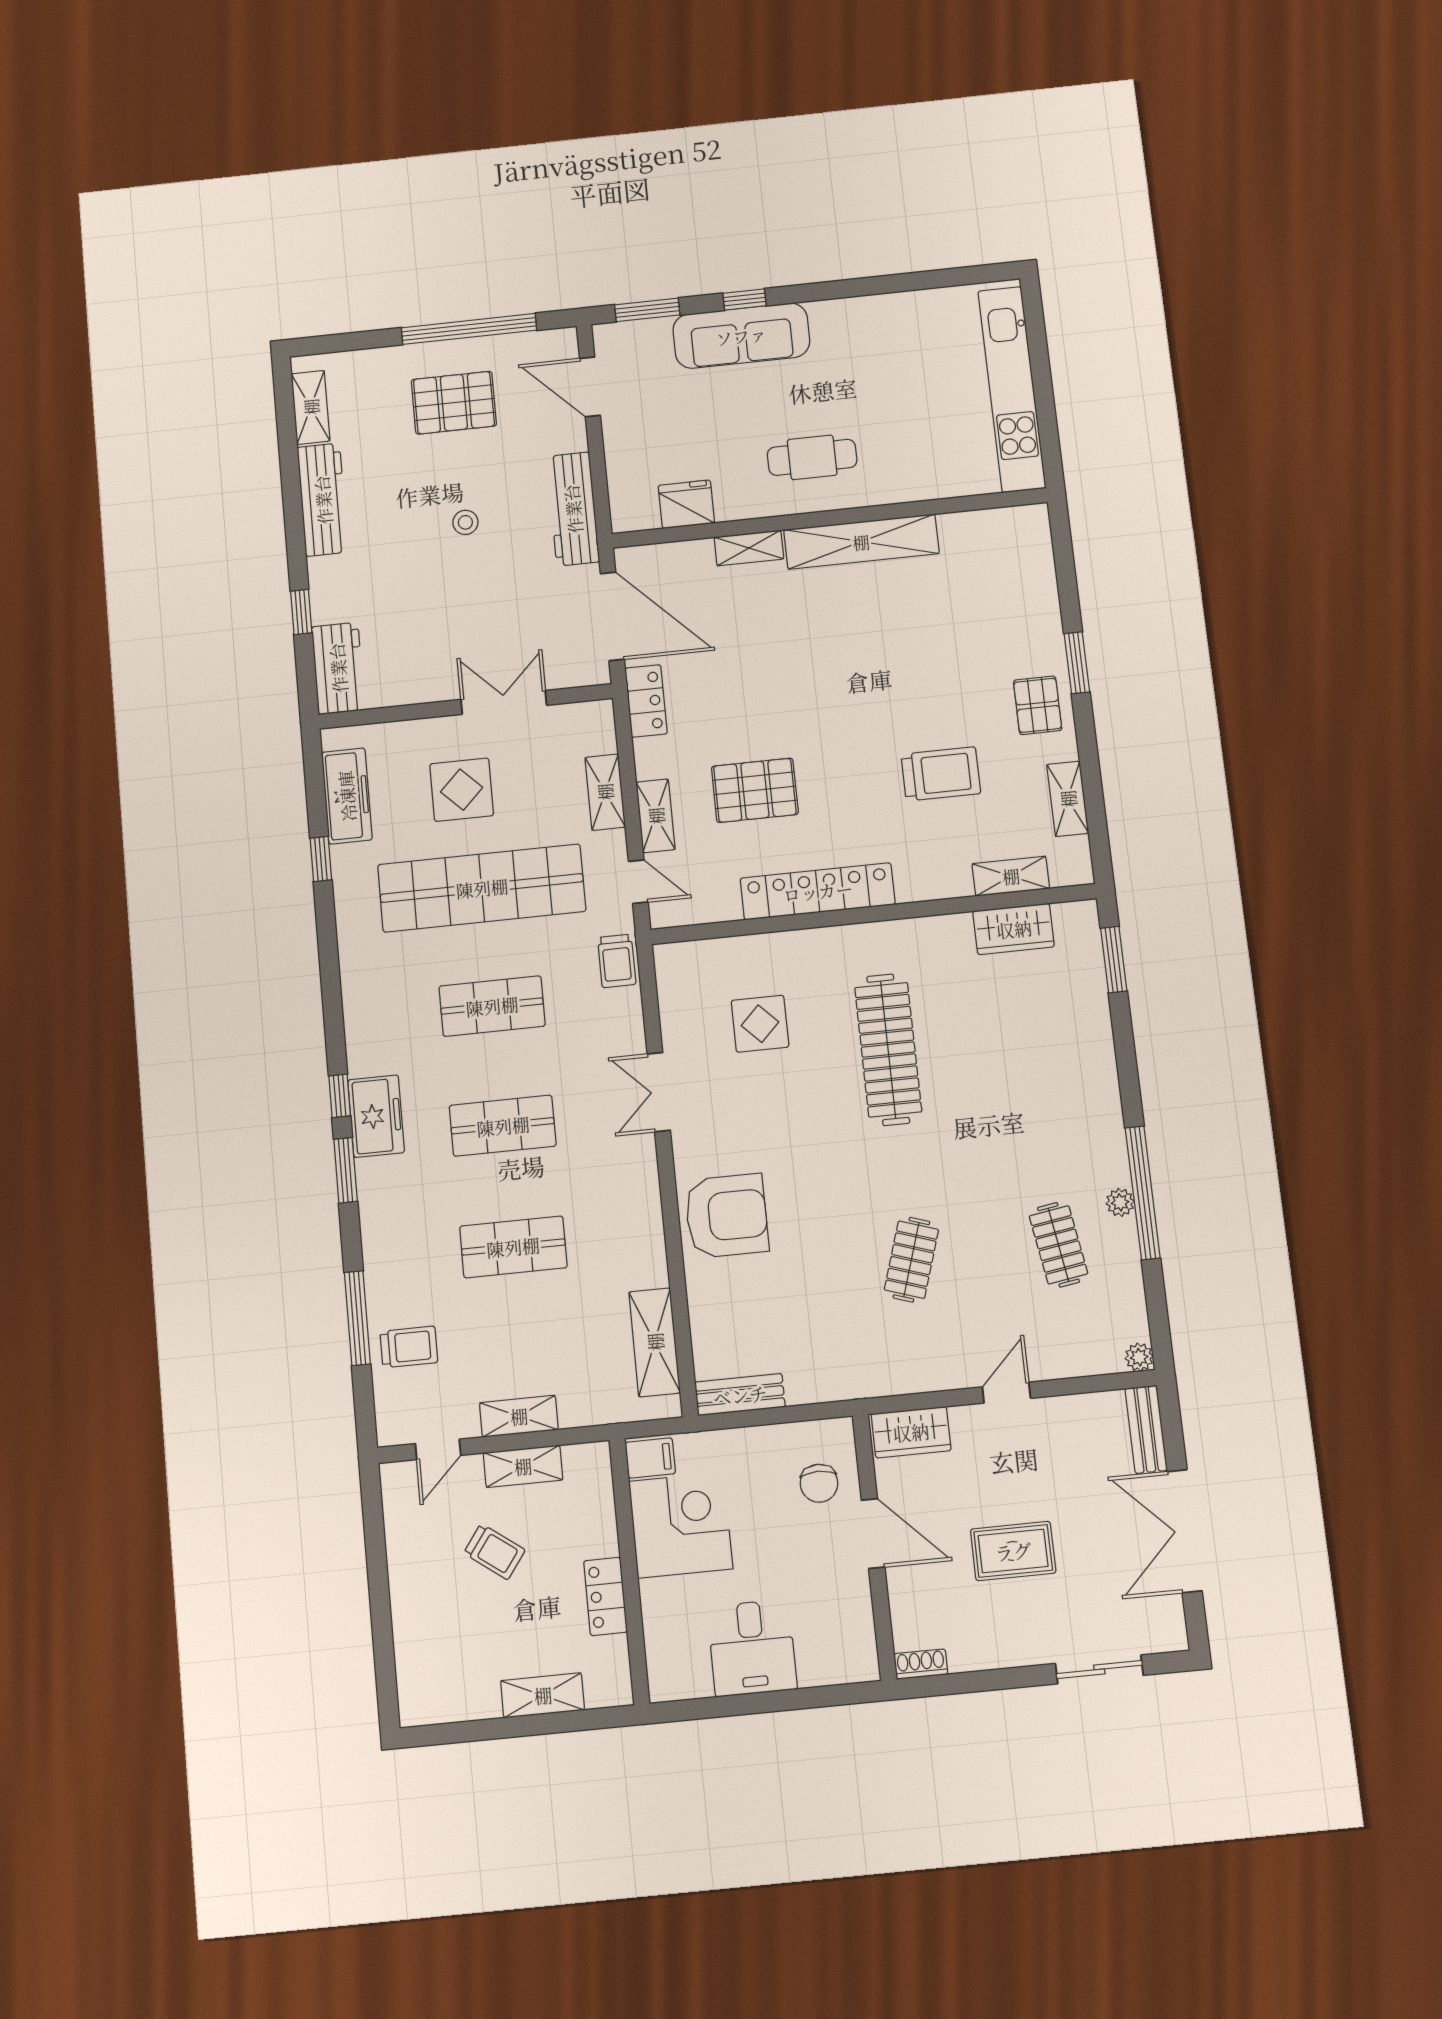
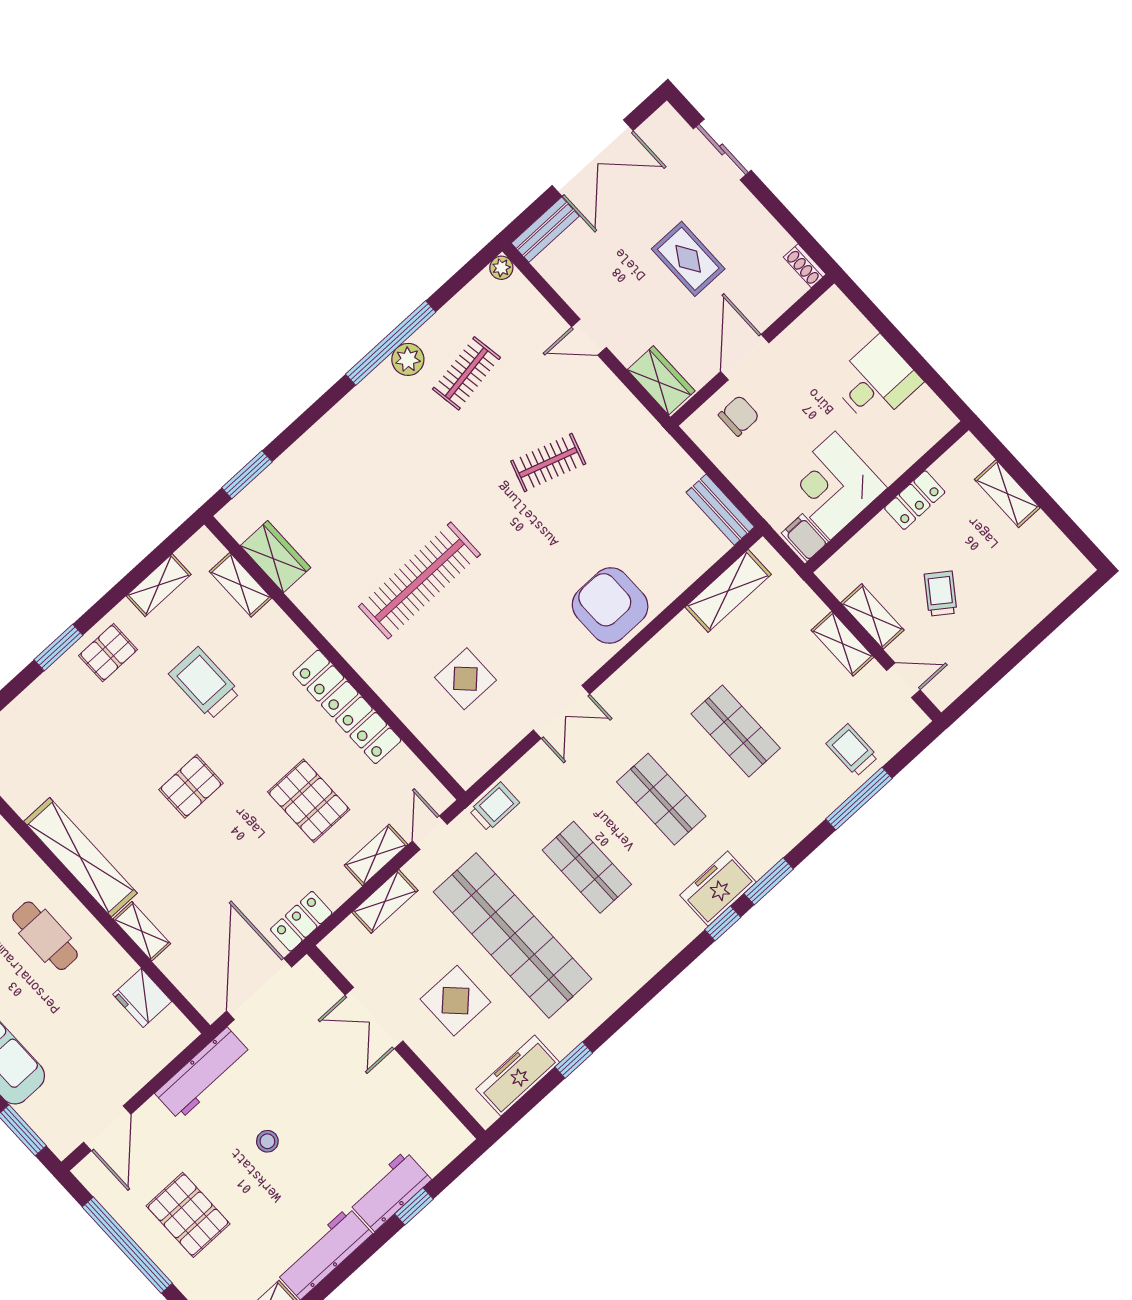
workbench: (338, 668) -> (390, 1191), moved
pallet: (852, 691) -> (191, 786), added
plant: (1120, 1202) -> (408, 359), width x1.38, depth x1.38

